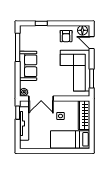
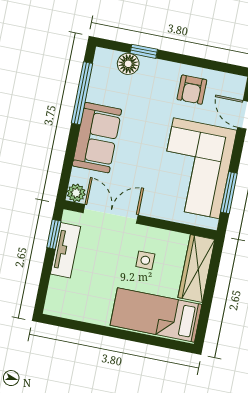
floor lamp: (82, 30) -> (128, 64), moved
double door: (41, 98) -> (111, 214), swing flipped
tv unit: (24, 123) -> (65, 250), width x0.71

